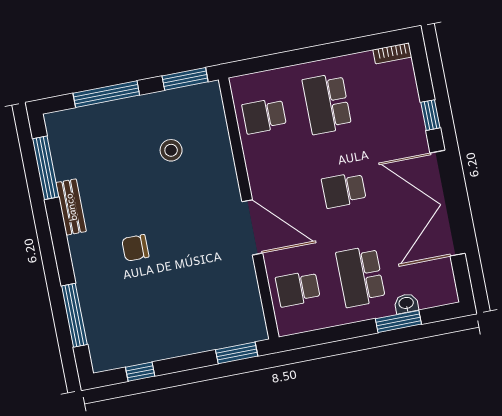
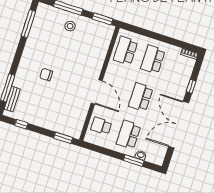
school desk: (264, 116) -> (126, 51), width x1.85
stool: (171, 150) -> (70, 26), moved
school desk: (344, 190) -> (141, 97), width x1.85
bench: (71, 207) -> (12, 99), moved

